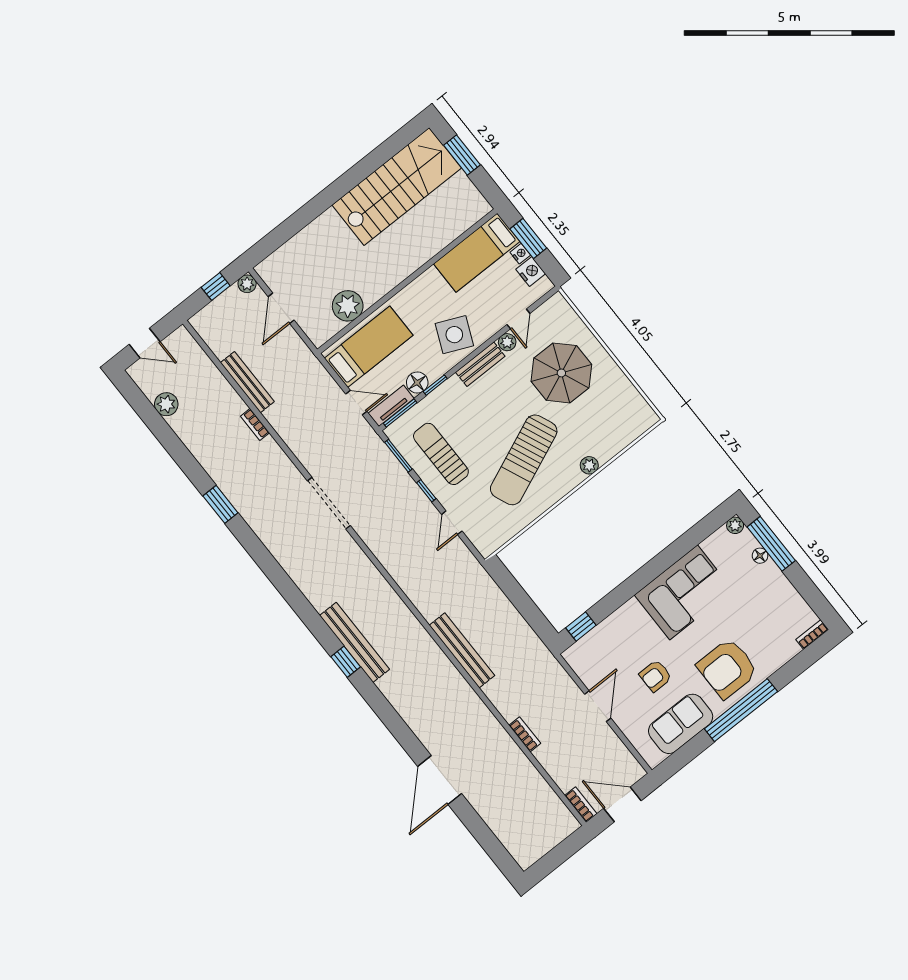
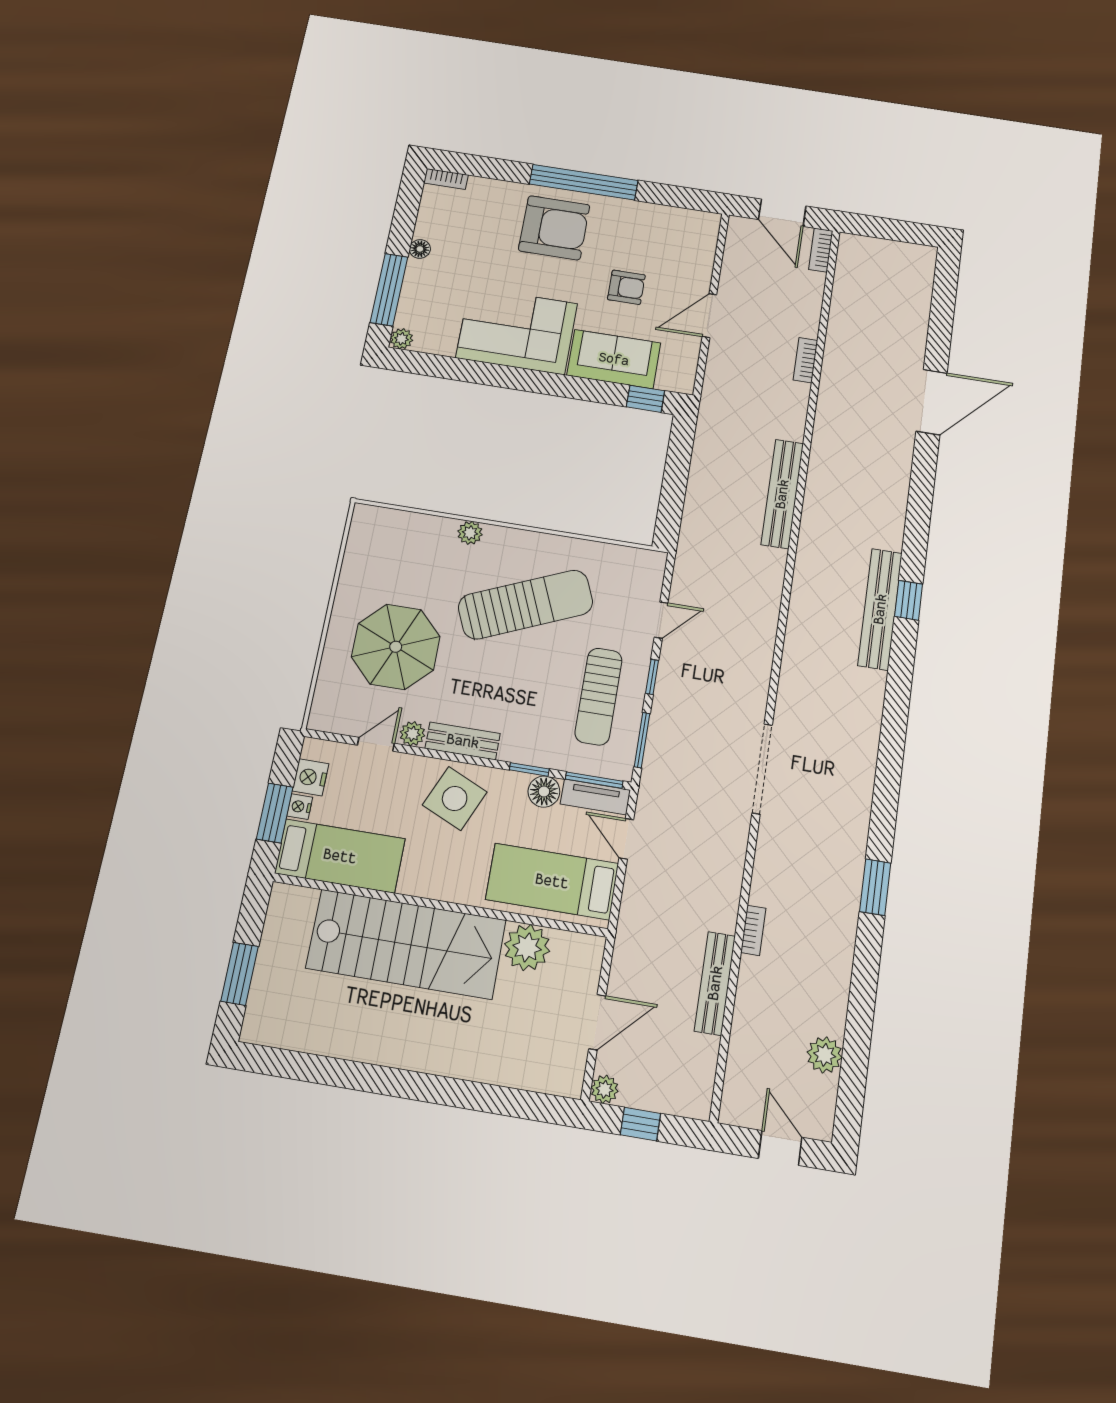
stairs: (397, 187) -> (406, 944), moved, turned 180
floor lamp: (760, 556) -> (420, 249), moved
sofa: (681, 724) -> (614, 359), moved, turned 180

